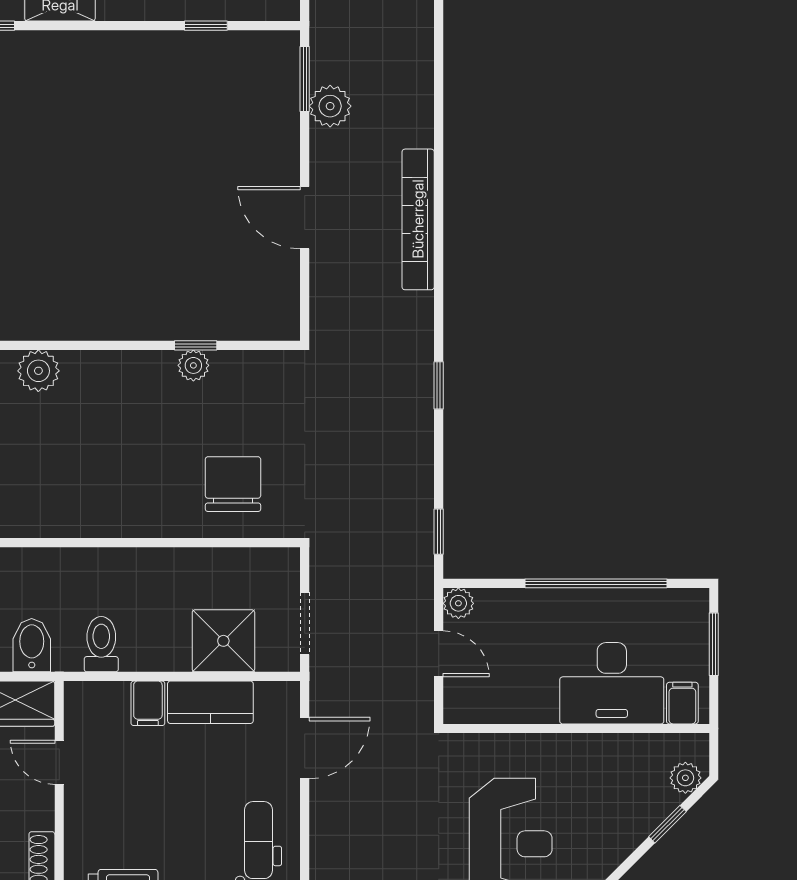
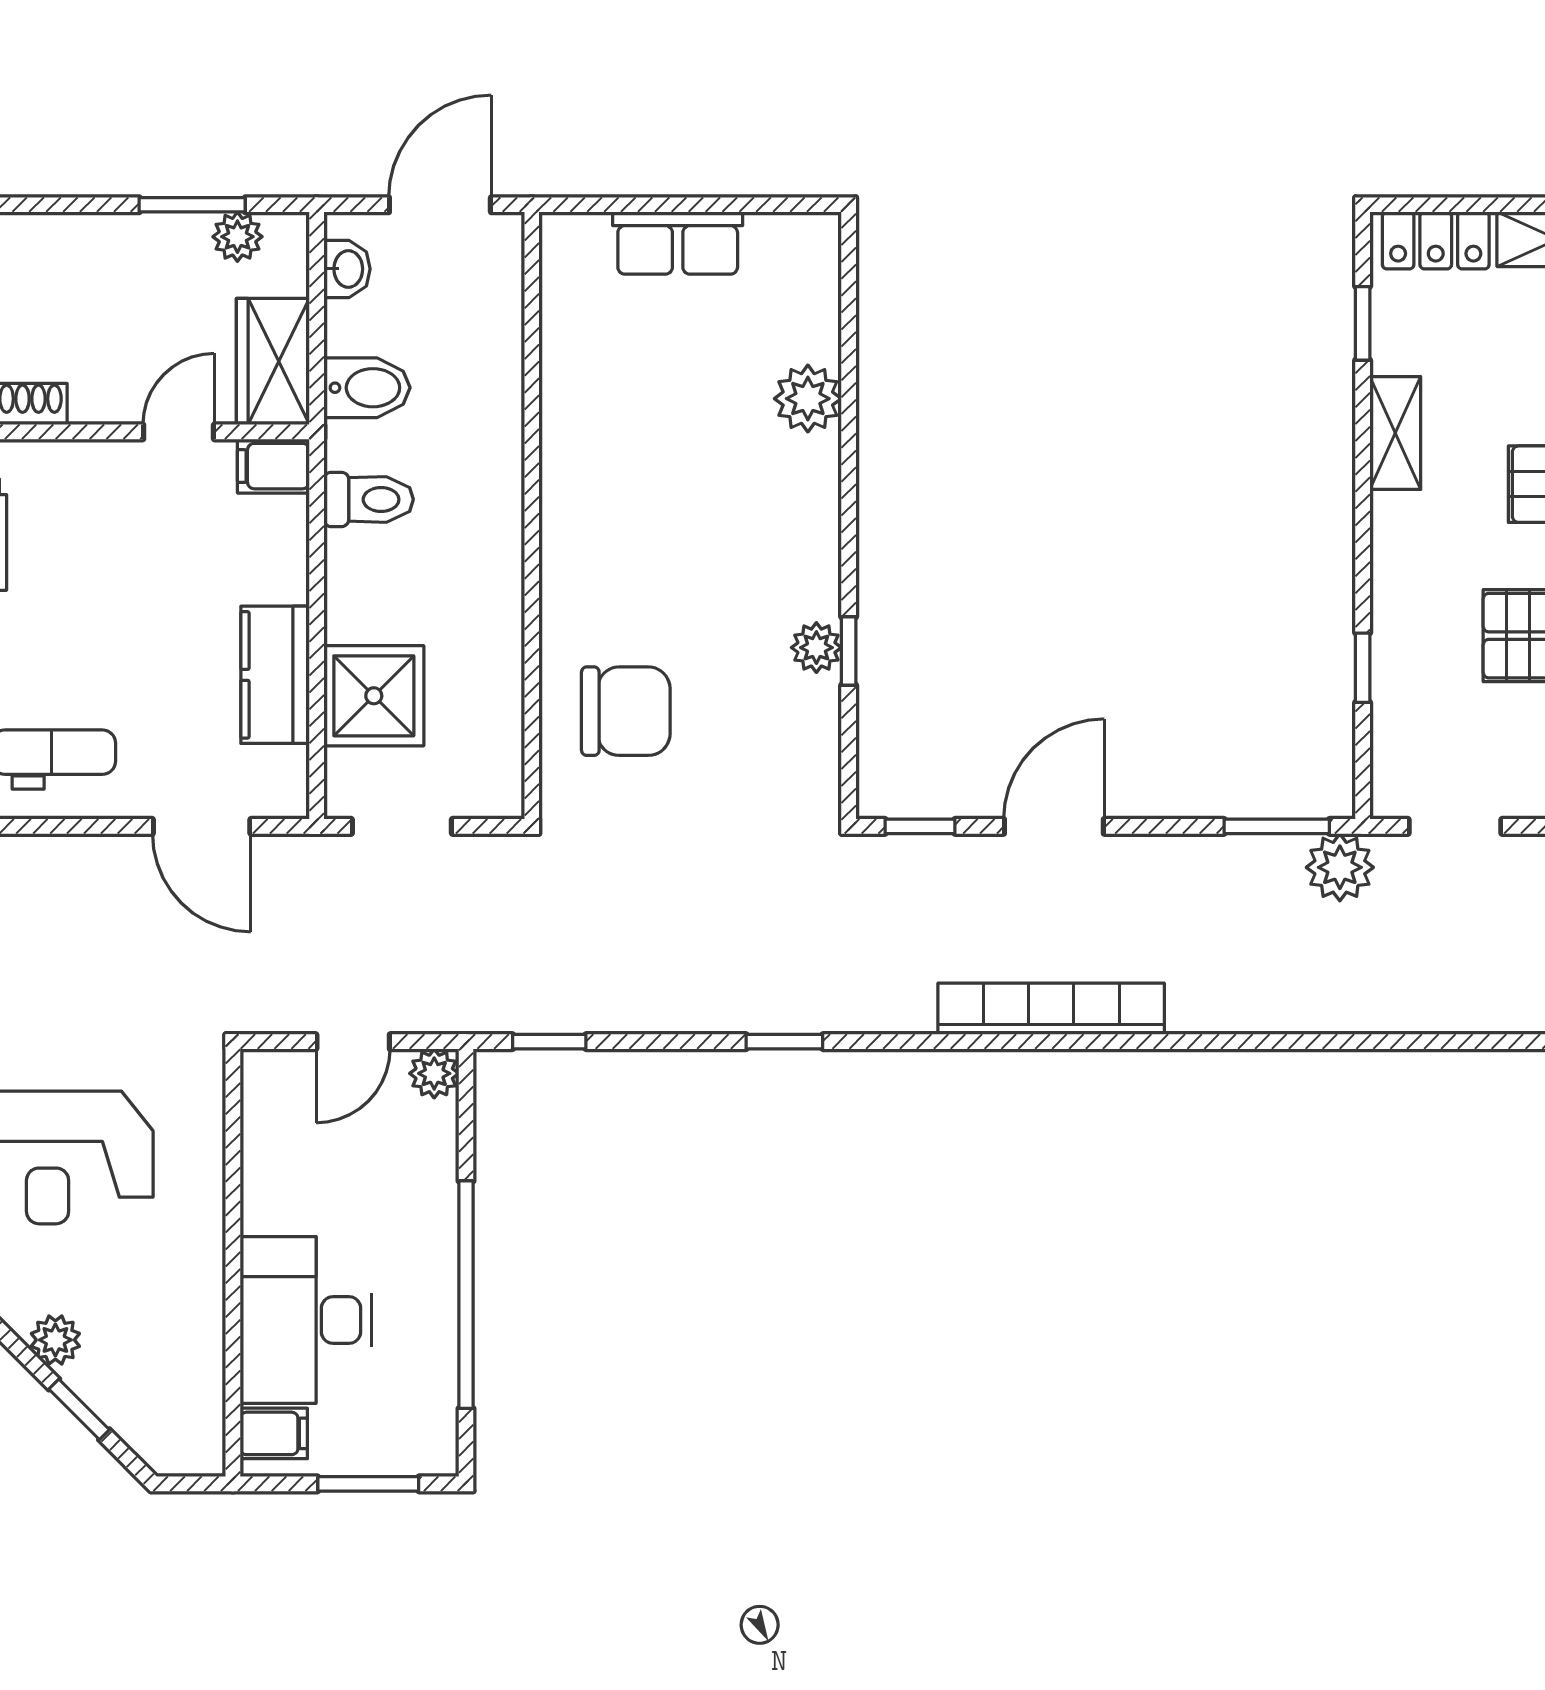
plant: (330, 106) -> (1340, 867), moved
window: (305, 301) -> (920, 826), added
filing cabinet: (148, 703) -> (273, 466), moved
plant: (685, 778) -> (55, 1340), moved

